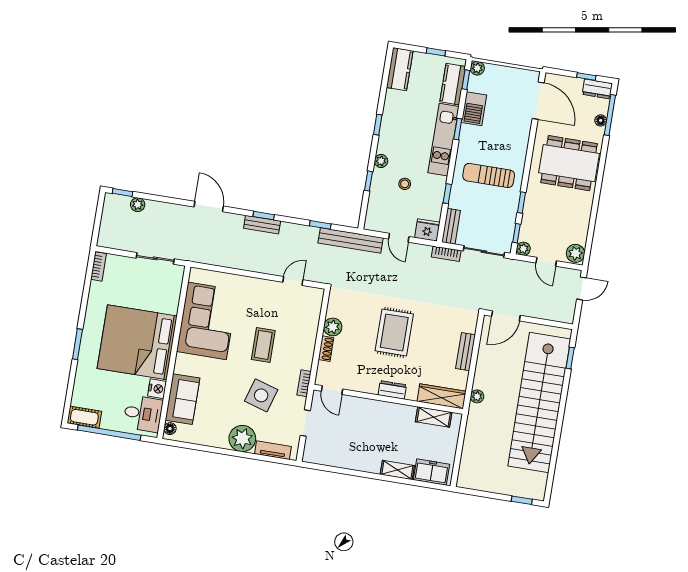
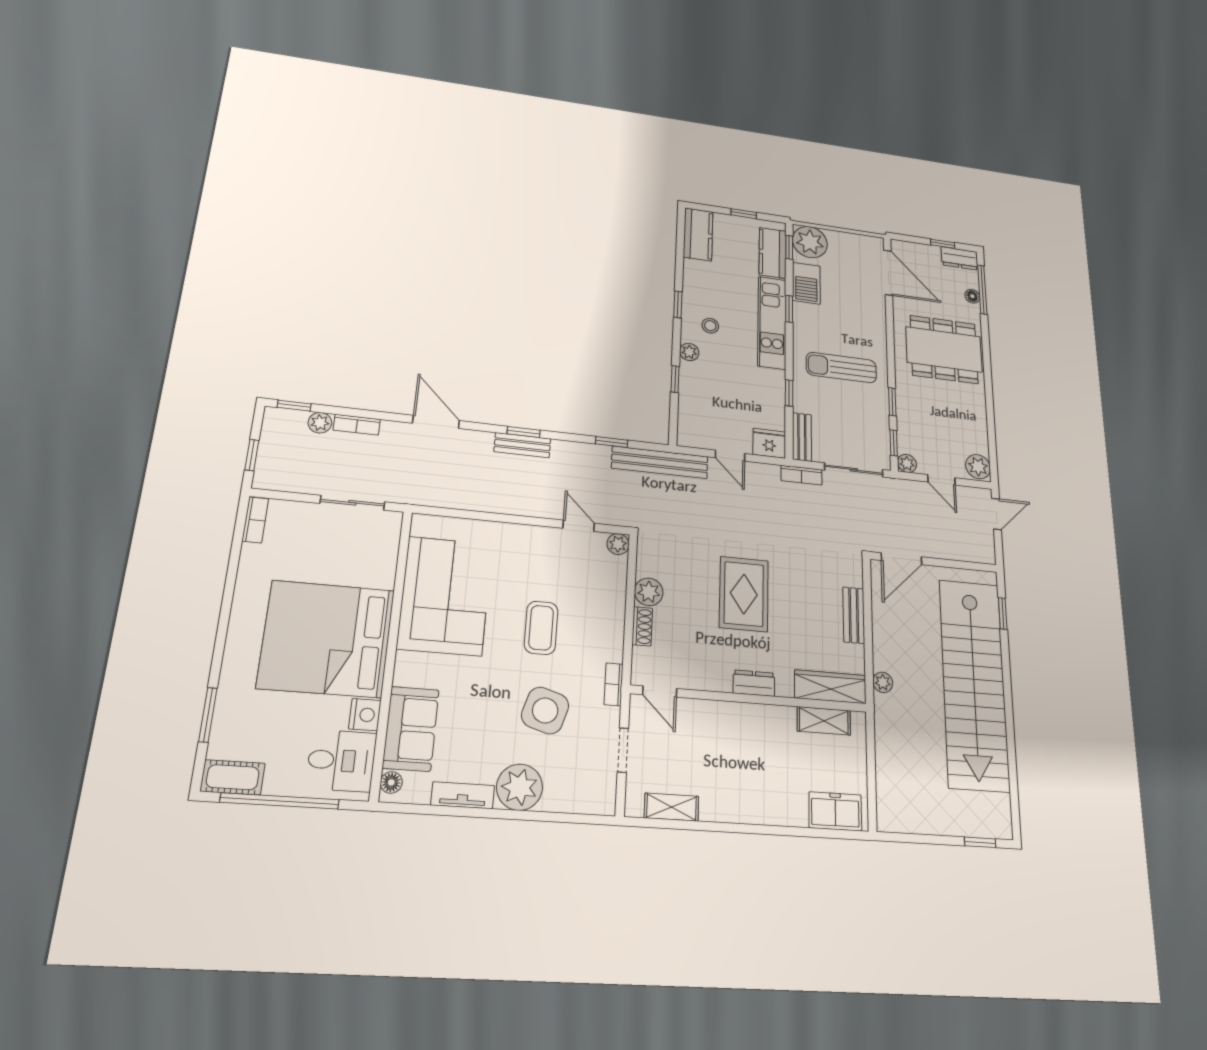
plant: (477, 68) -> (810, 242), width x1.88, depth x1.88
stool: (405, 184) -> (710, 326), moved
bookcase: (160, 207) -> (357, 425), added
window: (97, 225) -> (252, 455), added
door: (293, 281) -> (579, 526), hinge flipped
plant: (317, 294) -> (618, 544), added
window: (77, 344) -> (208, 715), moved
tv unit: (273, 450) -> (463, 795), moved
shelving: (397, 470) -> (672, 807), moved

